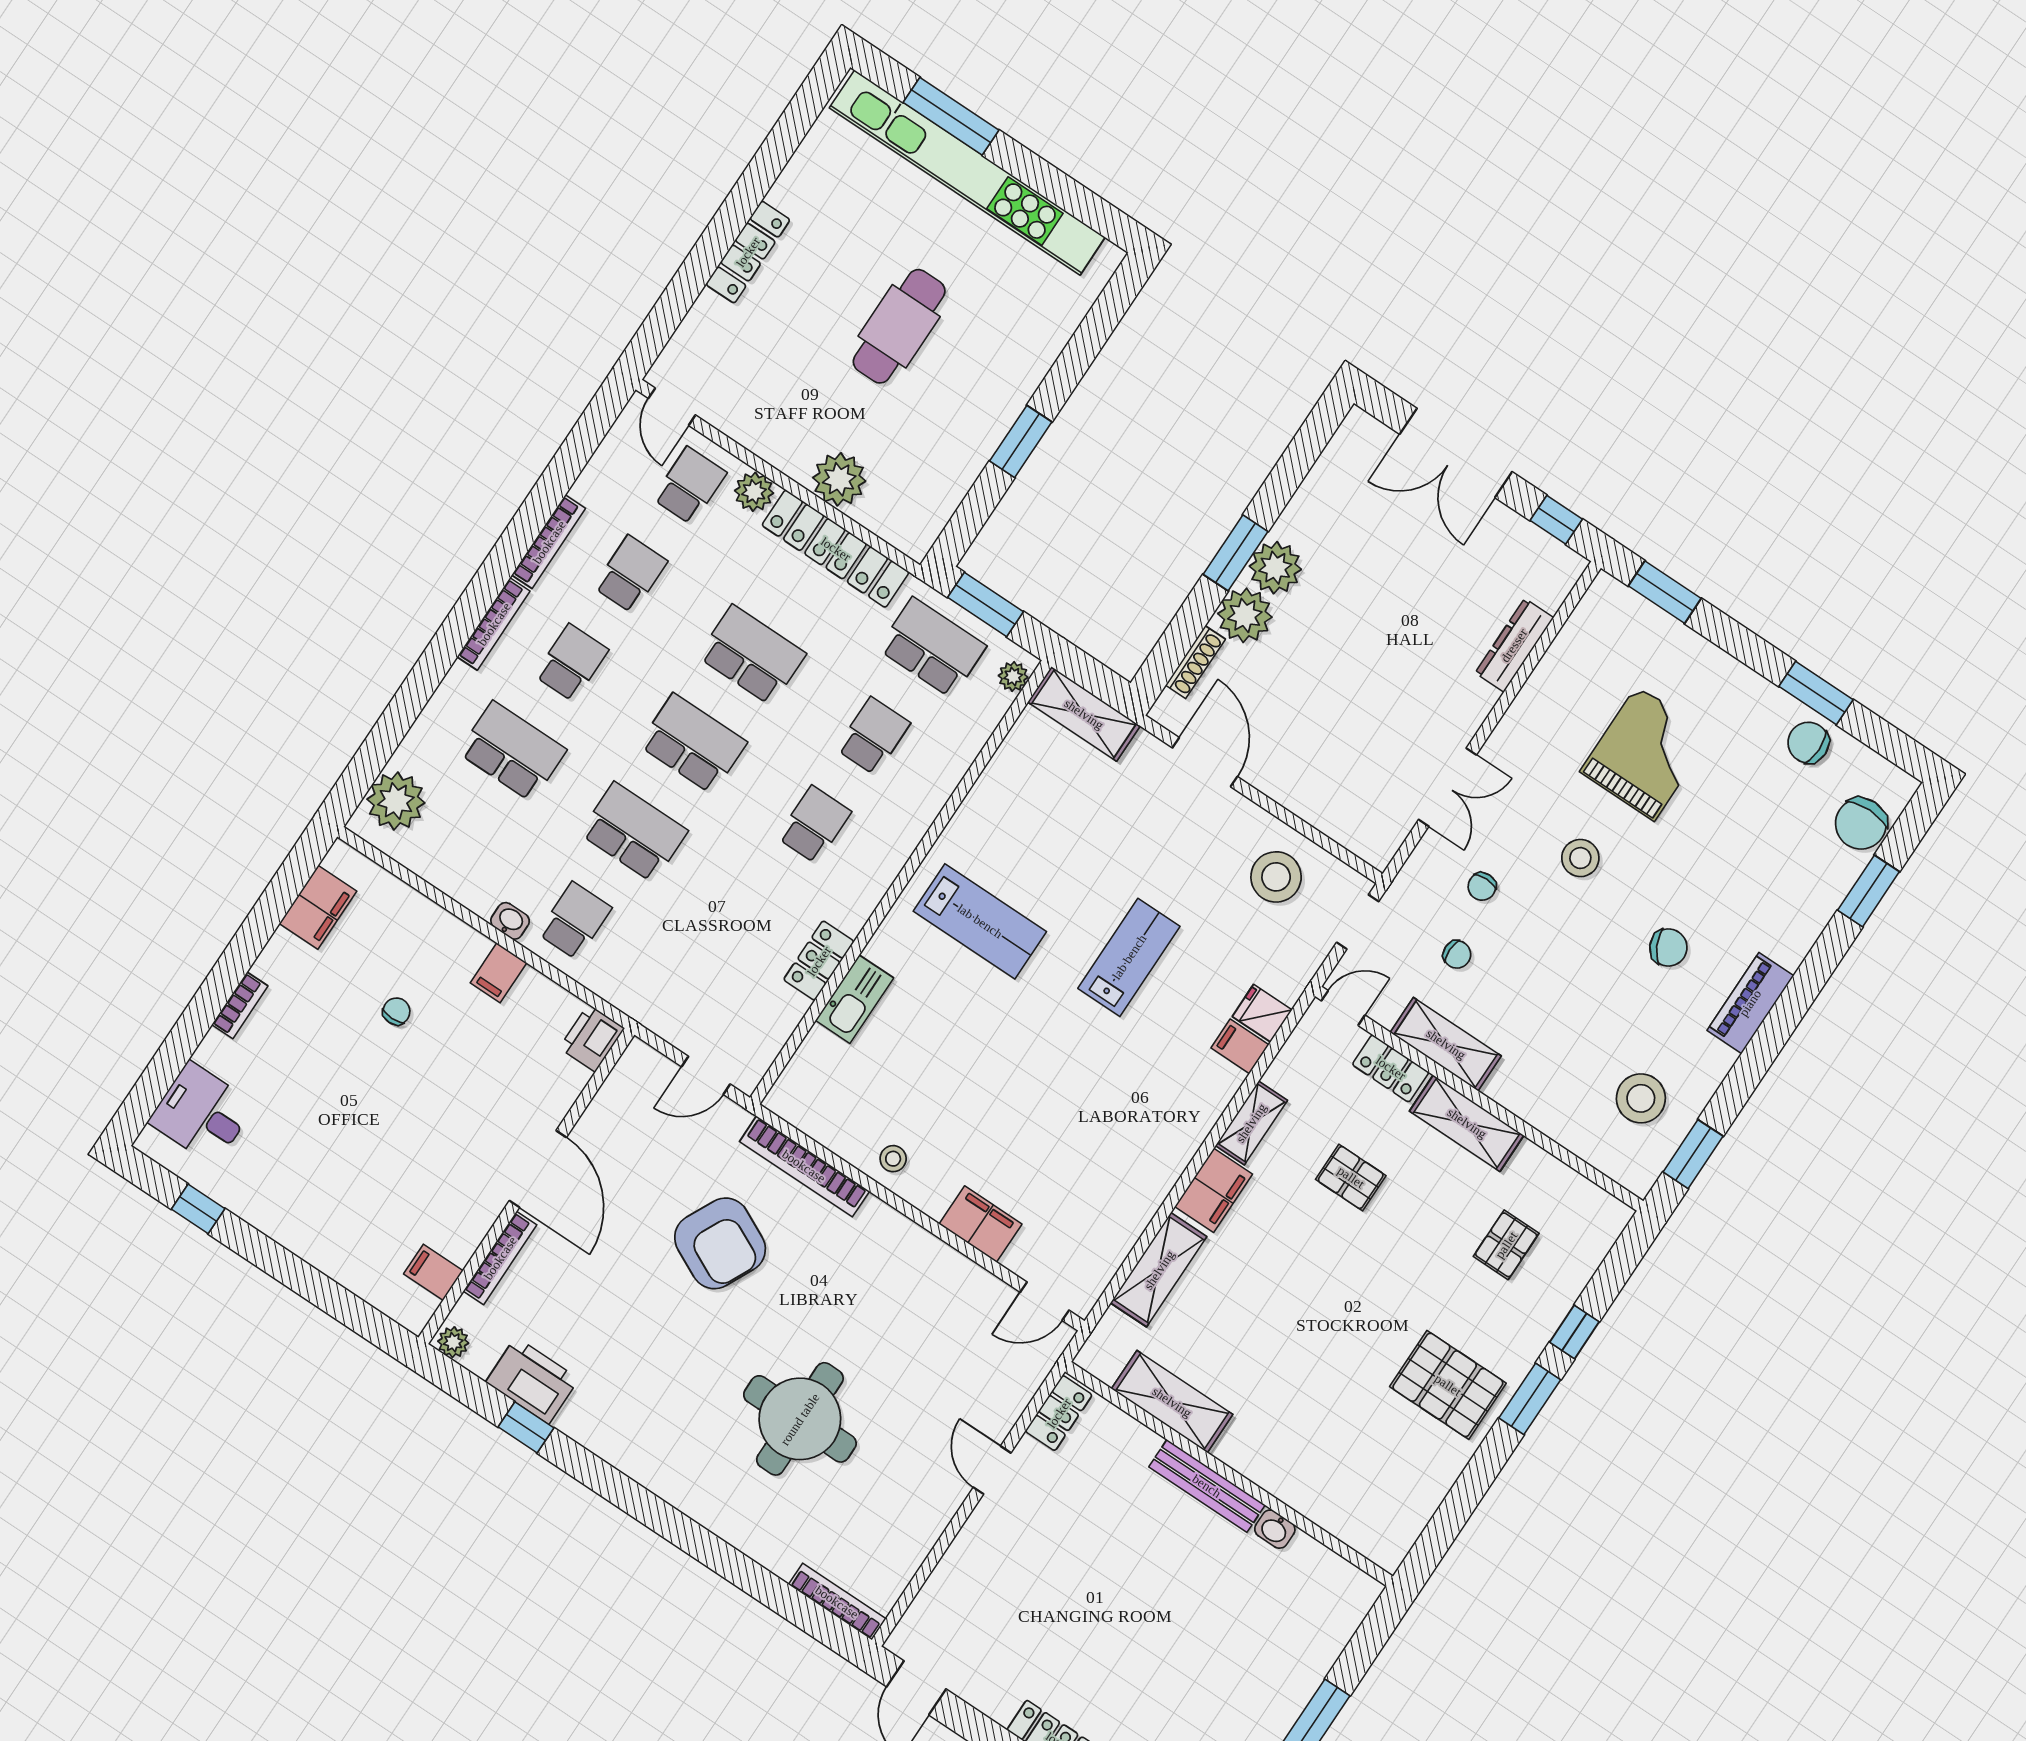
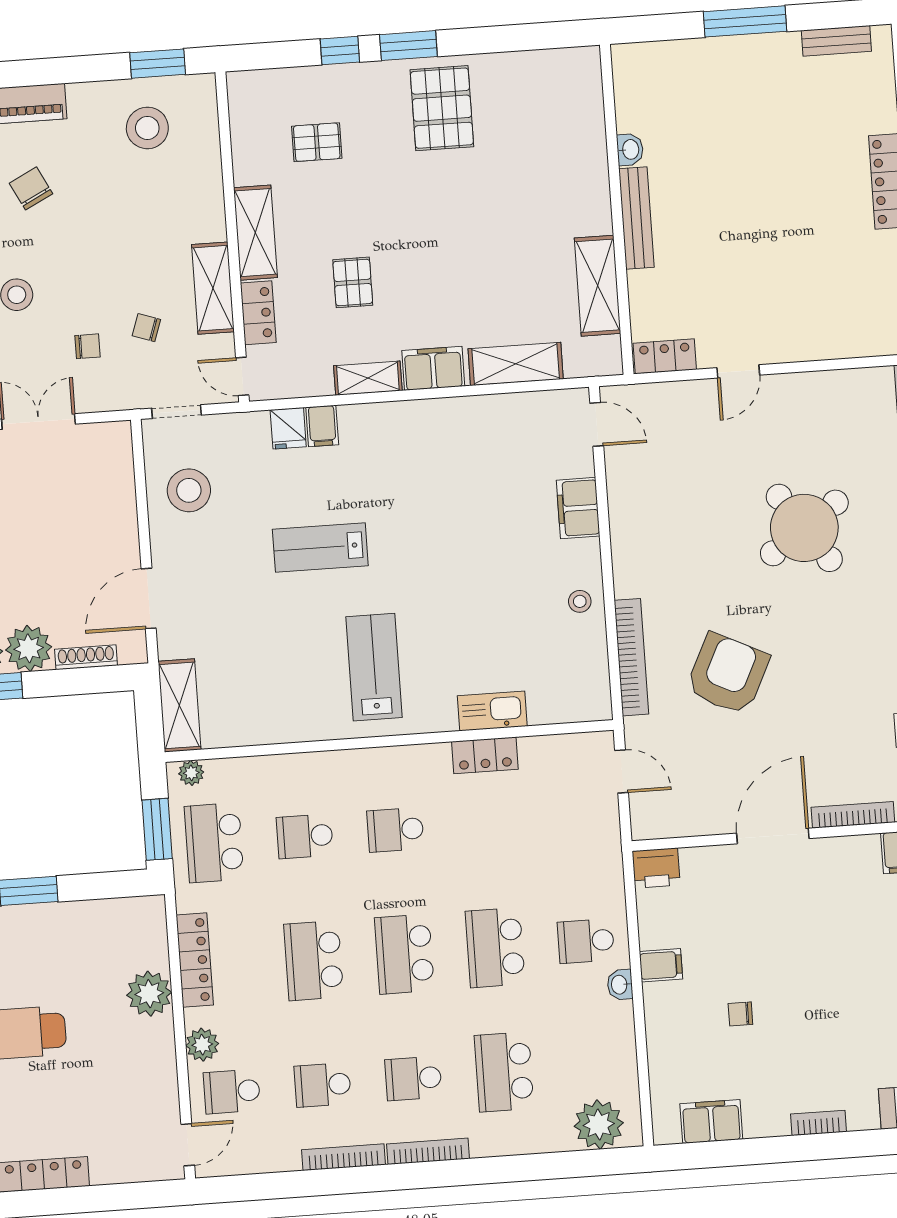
locker: (836, 549) -> (195, 960), width x0.71, depth x0.83
chair: (1457, 954) -> (146, 328), turned -71
round table: (800, 1419) -> (804, 528), turned -35

